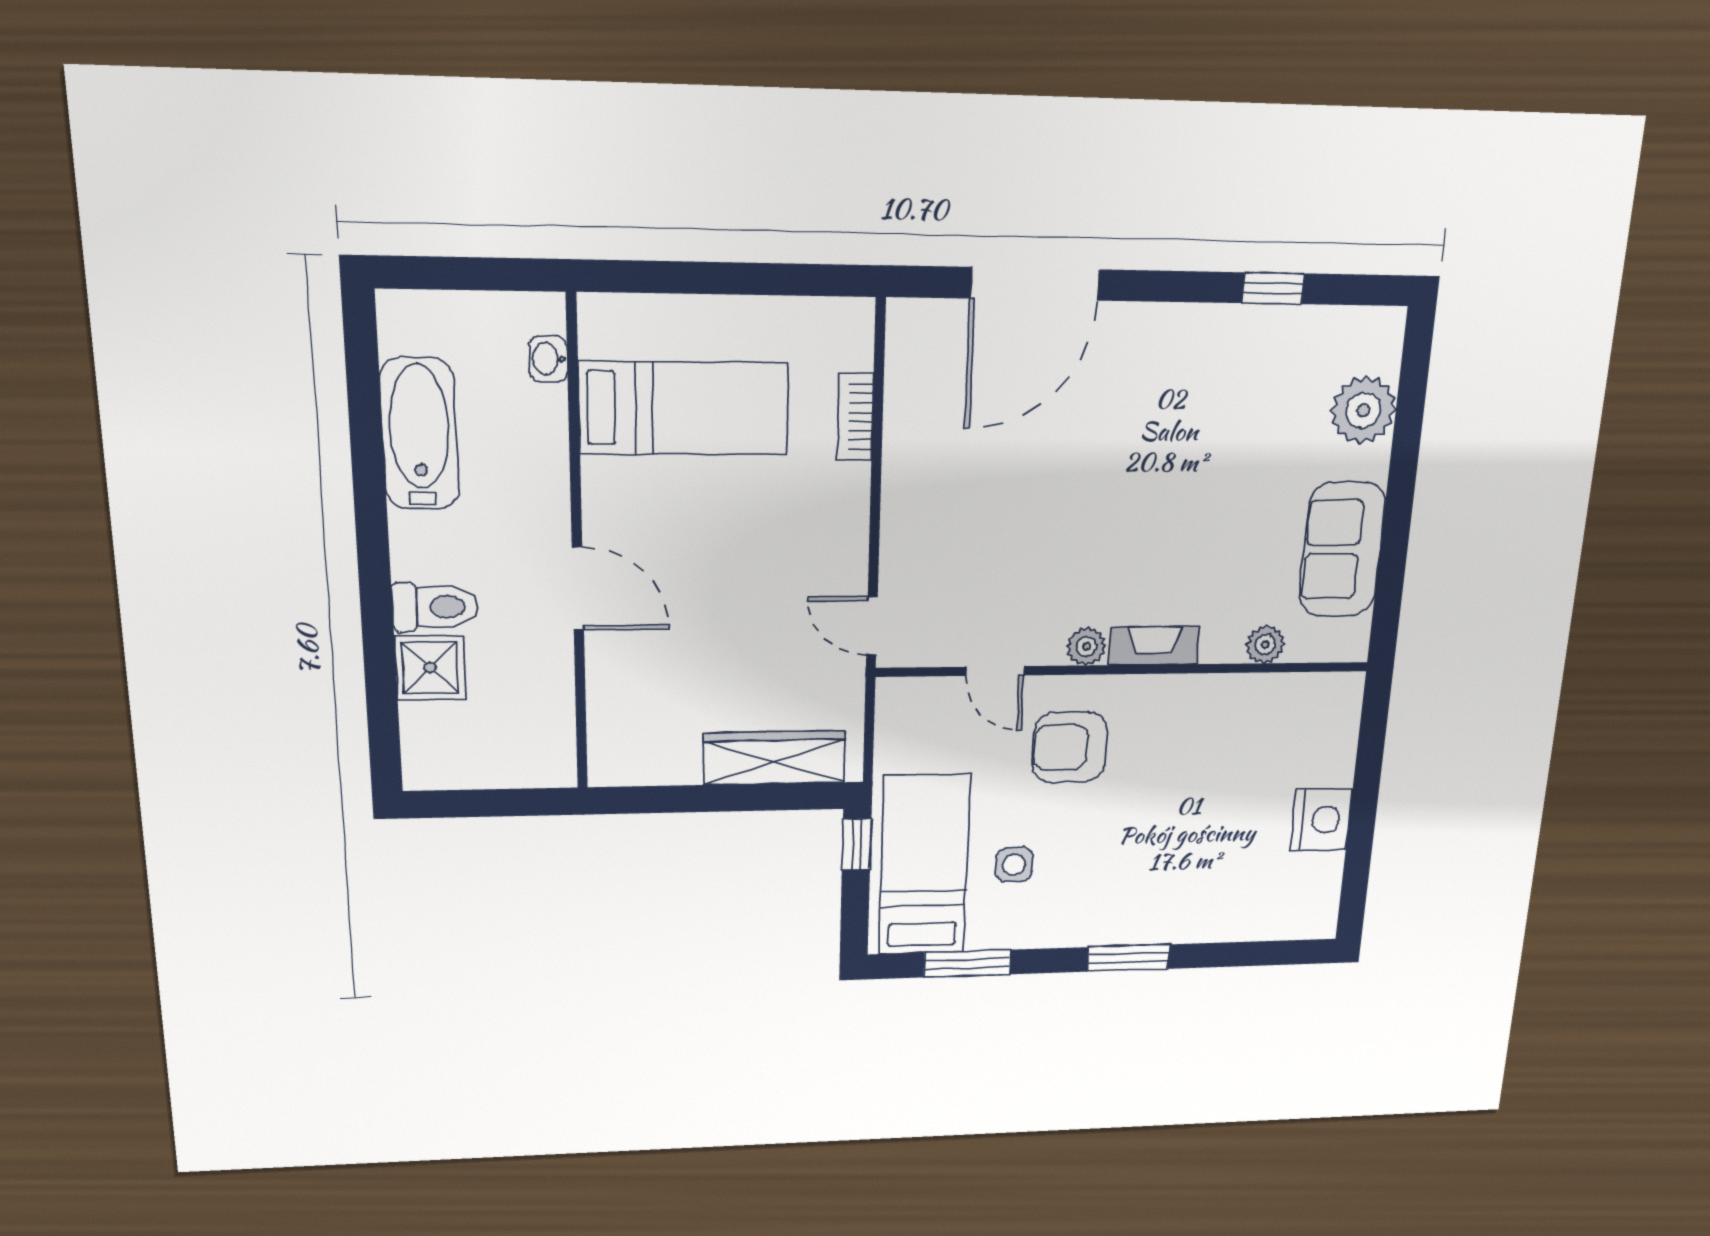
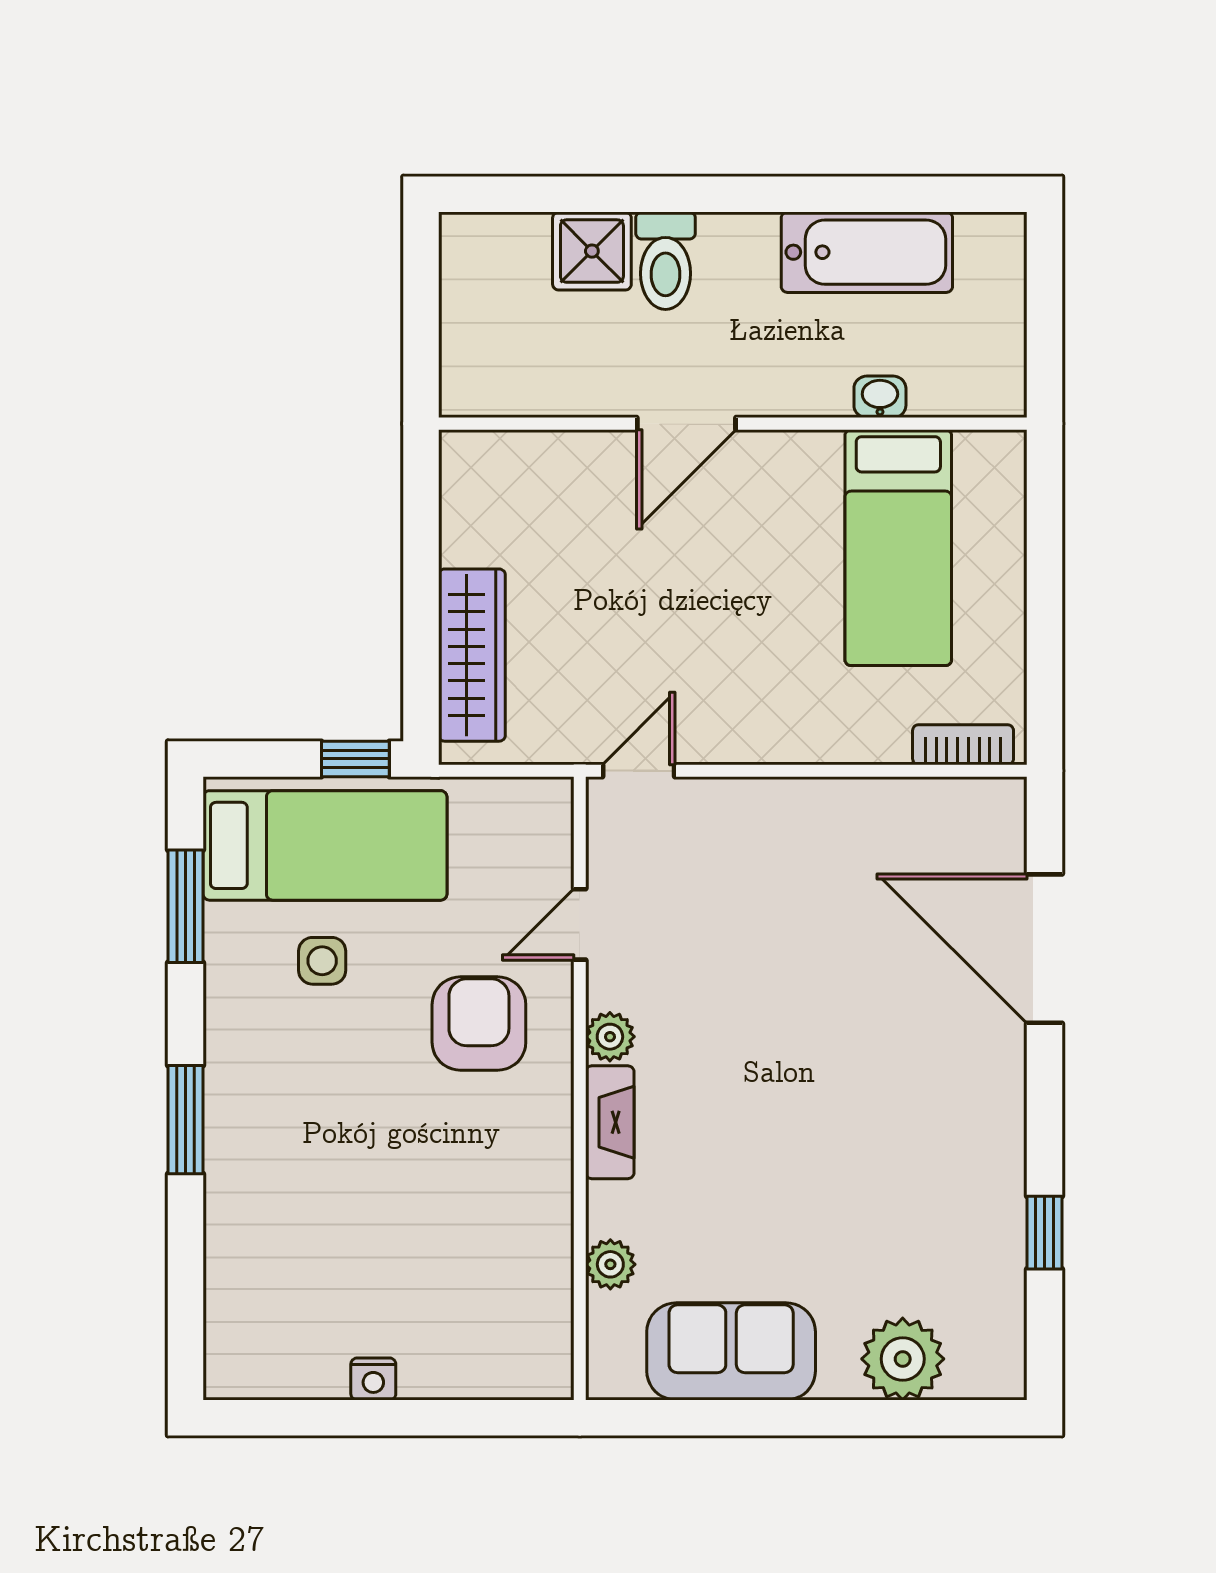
washbasin: (548, 359) -> (880, 397), moved
bookcase: (855, 417) -> (963, 745), moved
nightstand: (1321, 820) -> (373, 1379), width x0.53, depth x0.56

